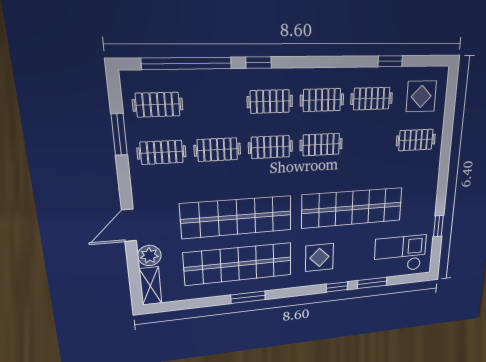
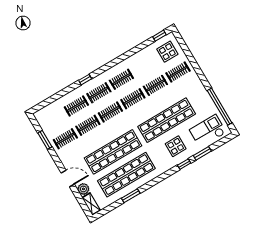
window: (390, 61) -> (159, 36), moved
window: (187, 63) -> (57, 96), removed
clothes rail: (372, 99) -> (155, 85), moved
clothes rail: (158, 105) -> (76, 106), moved
door: (129, 225) -> (68, 178), swing flipped
window: (438, 226) -> (220, 107), width x3.17
display table: (319, 257) -> (176, 146), moved
window: (248, 297) -> (131, 196), moved

